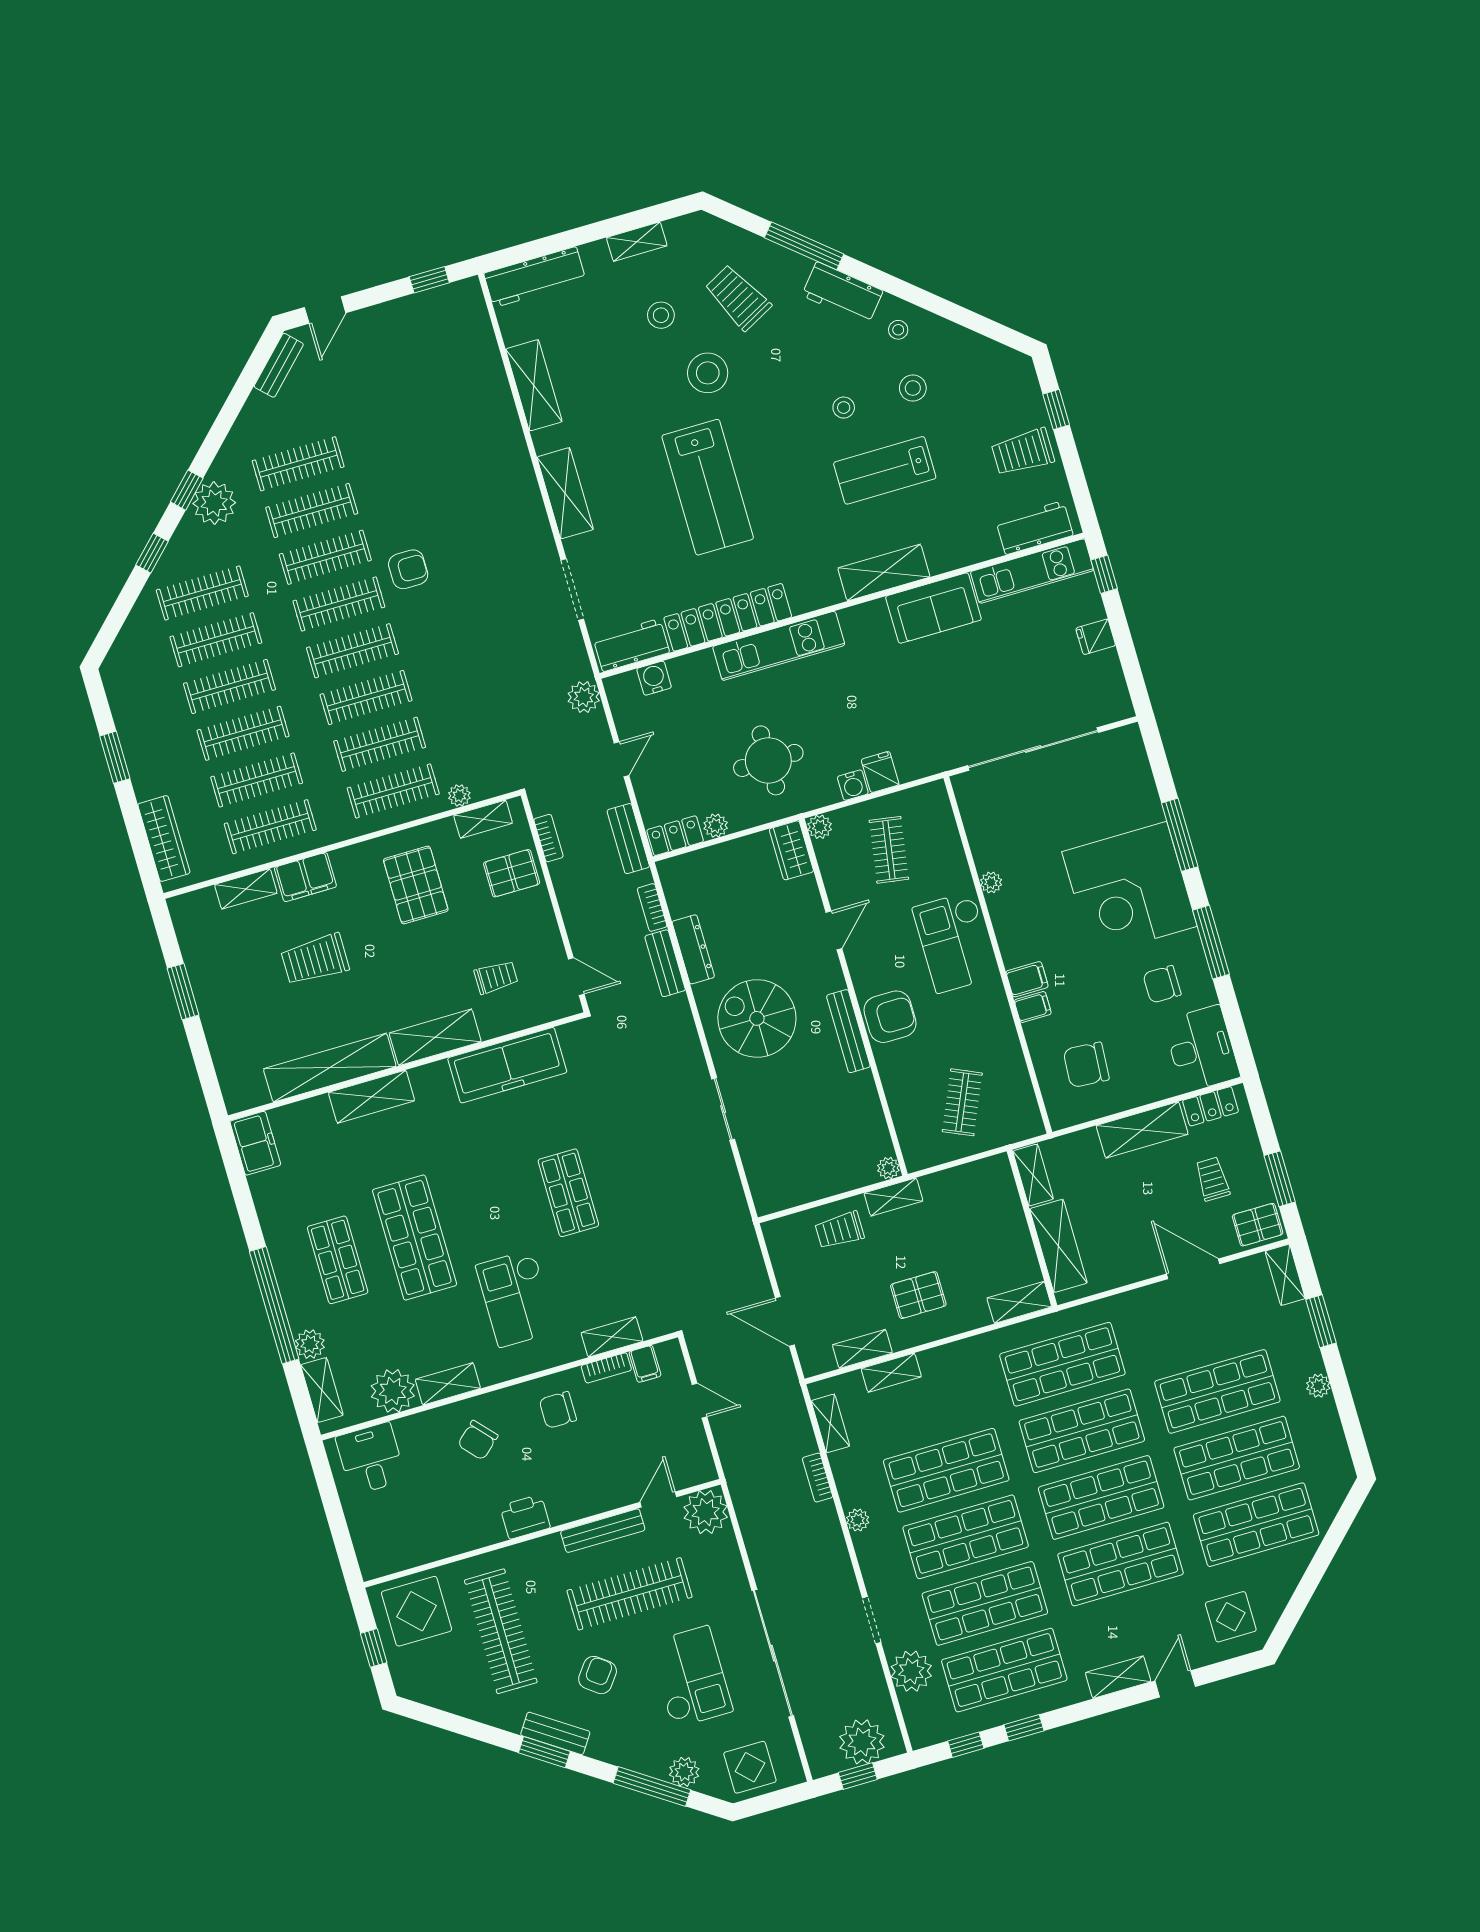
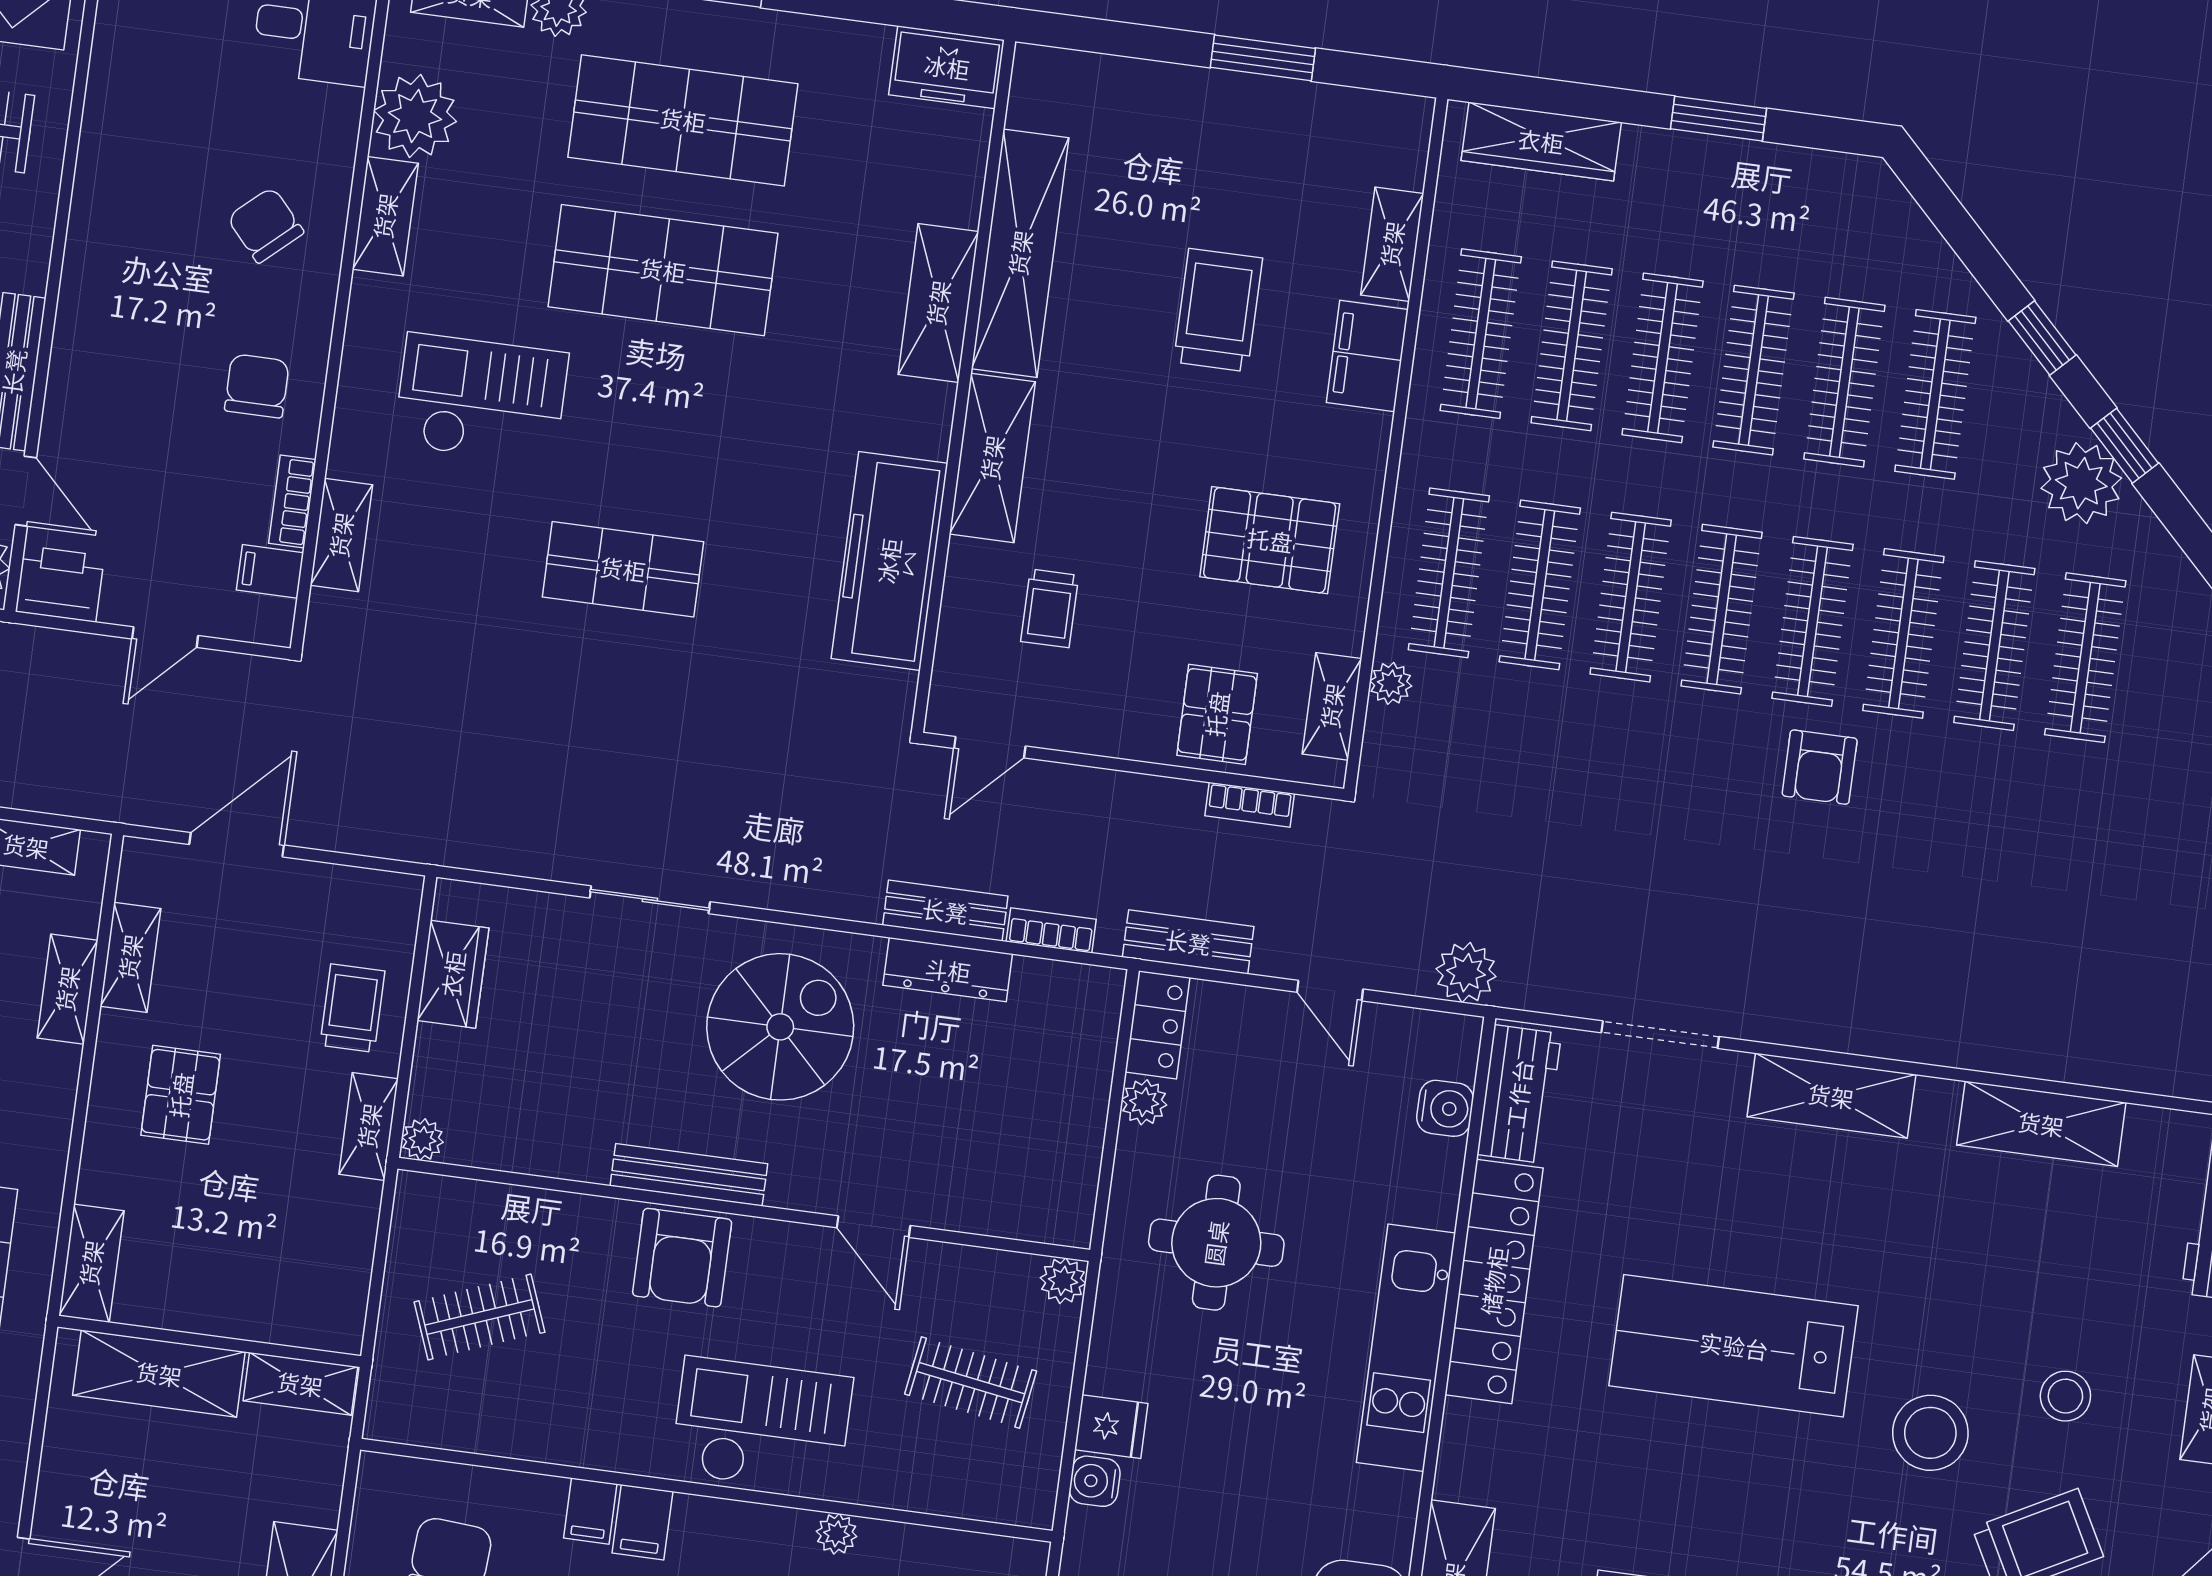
water cooler: (853, 785) -> (1095, 1481), moved
wardrobe: (791, 850) -> (453, 974), moved, turned 90
clothes rail: (962, 1102) -> (479, 1317), turned -45
shop shelf: (338, 1260) -> (683, 120), width x1.43, depth x1.36
printer: (525, 1517) -> (60, 584), moved, turned -90

